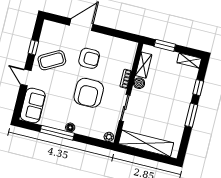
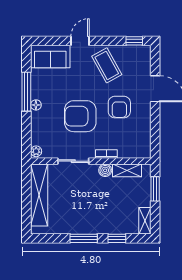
window: (33, 47) -> (134, 41), moved

